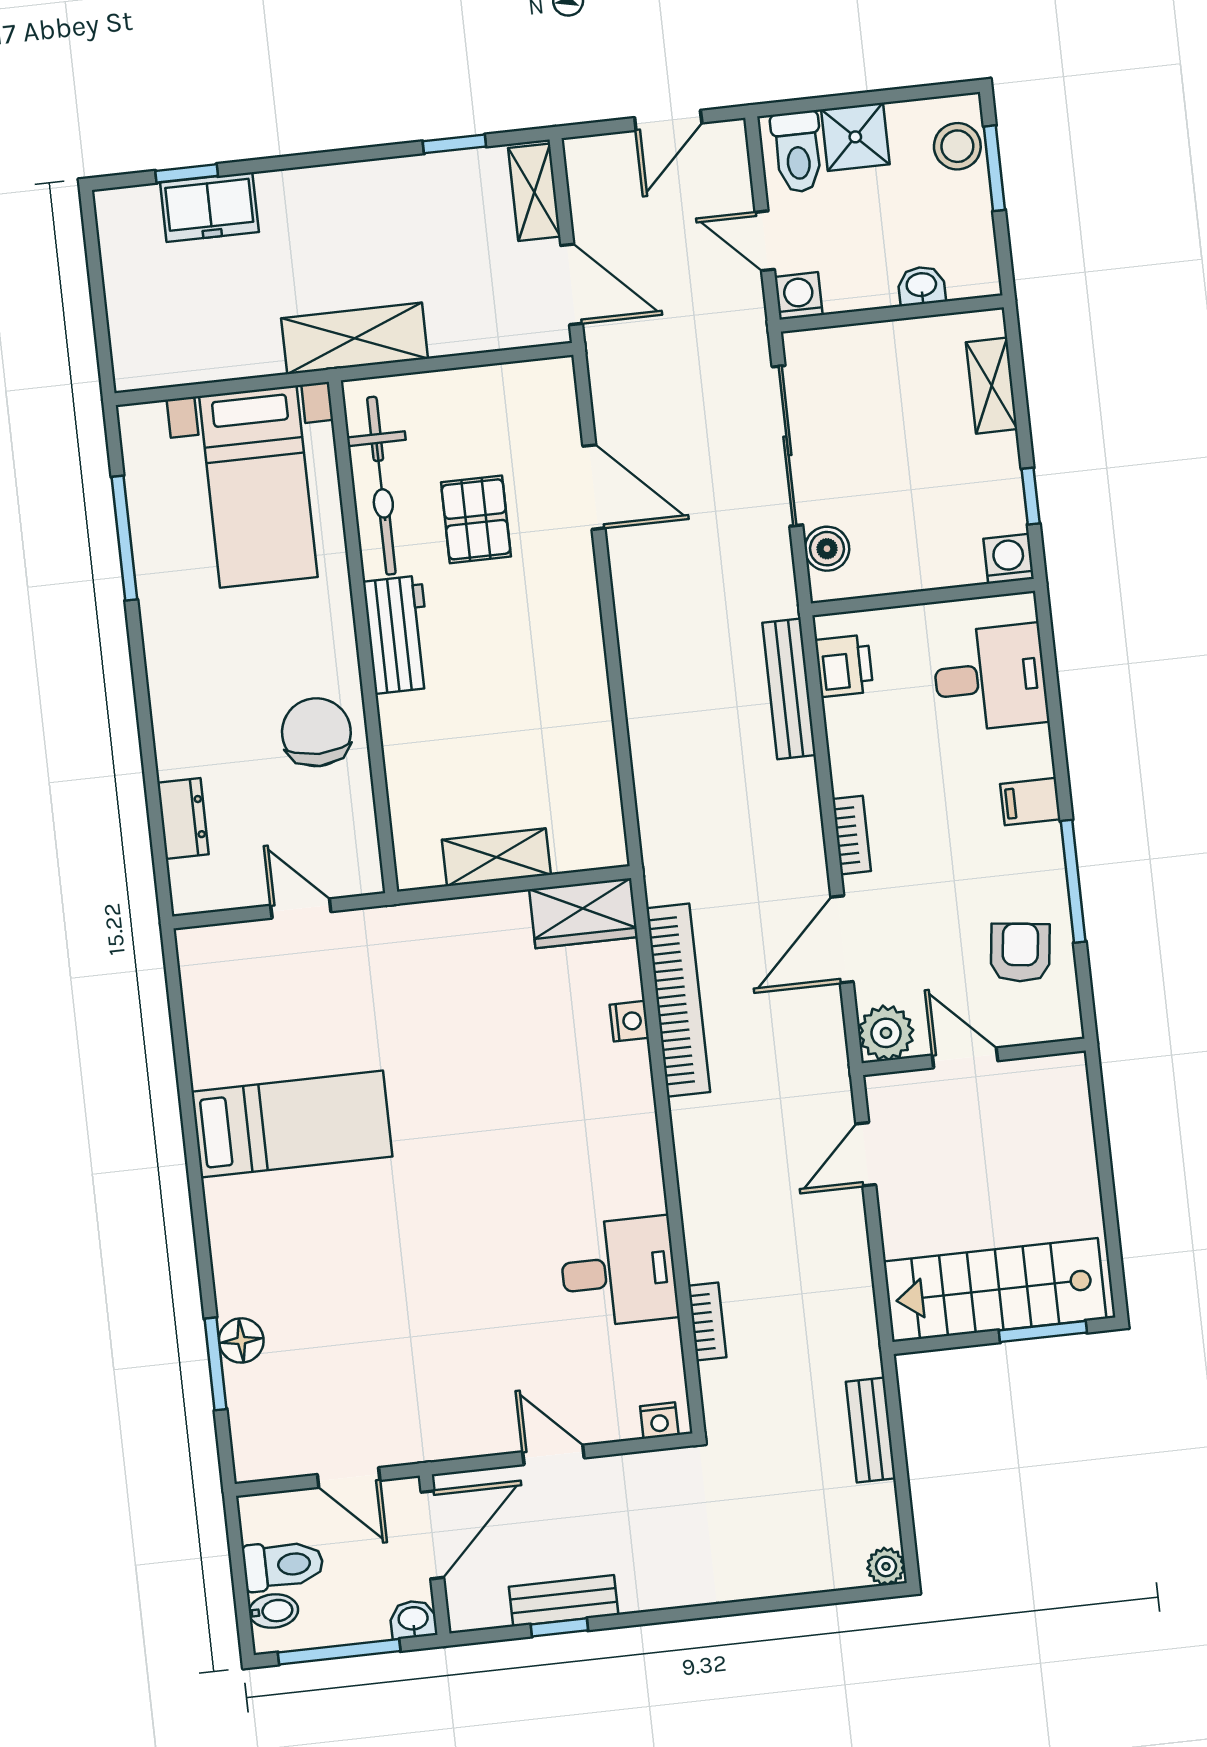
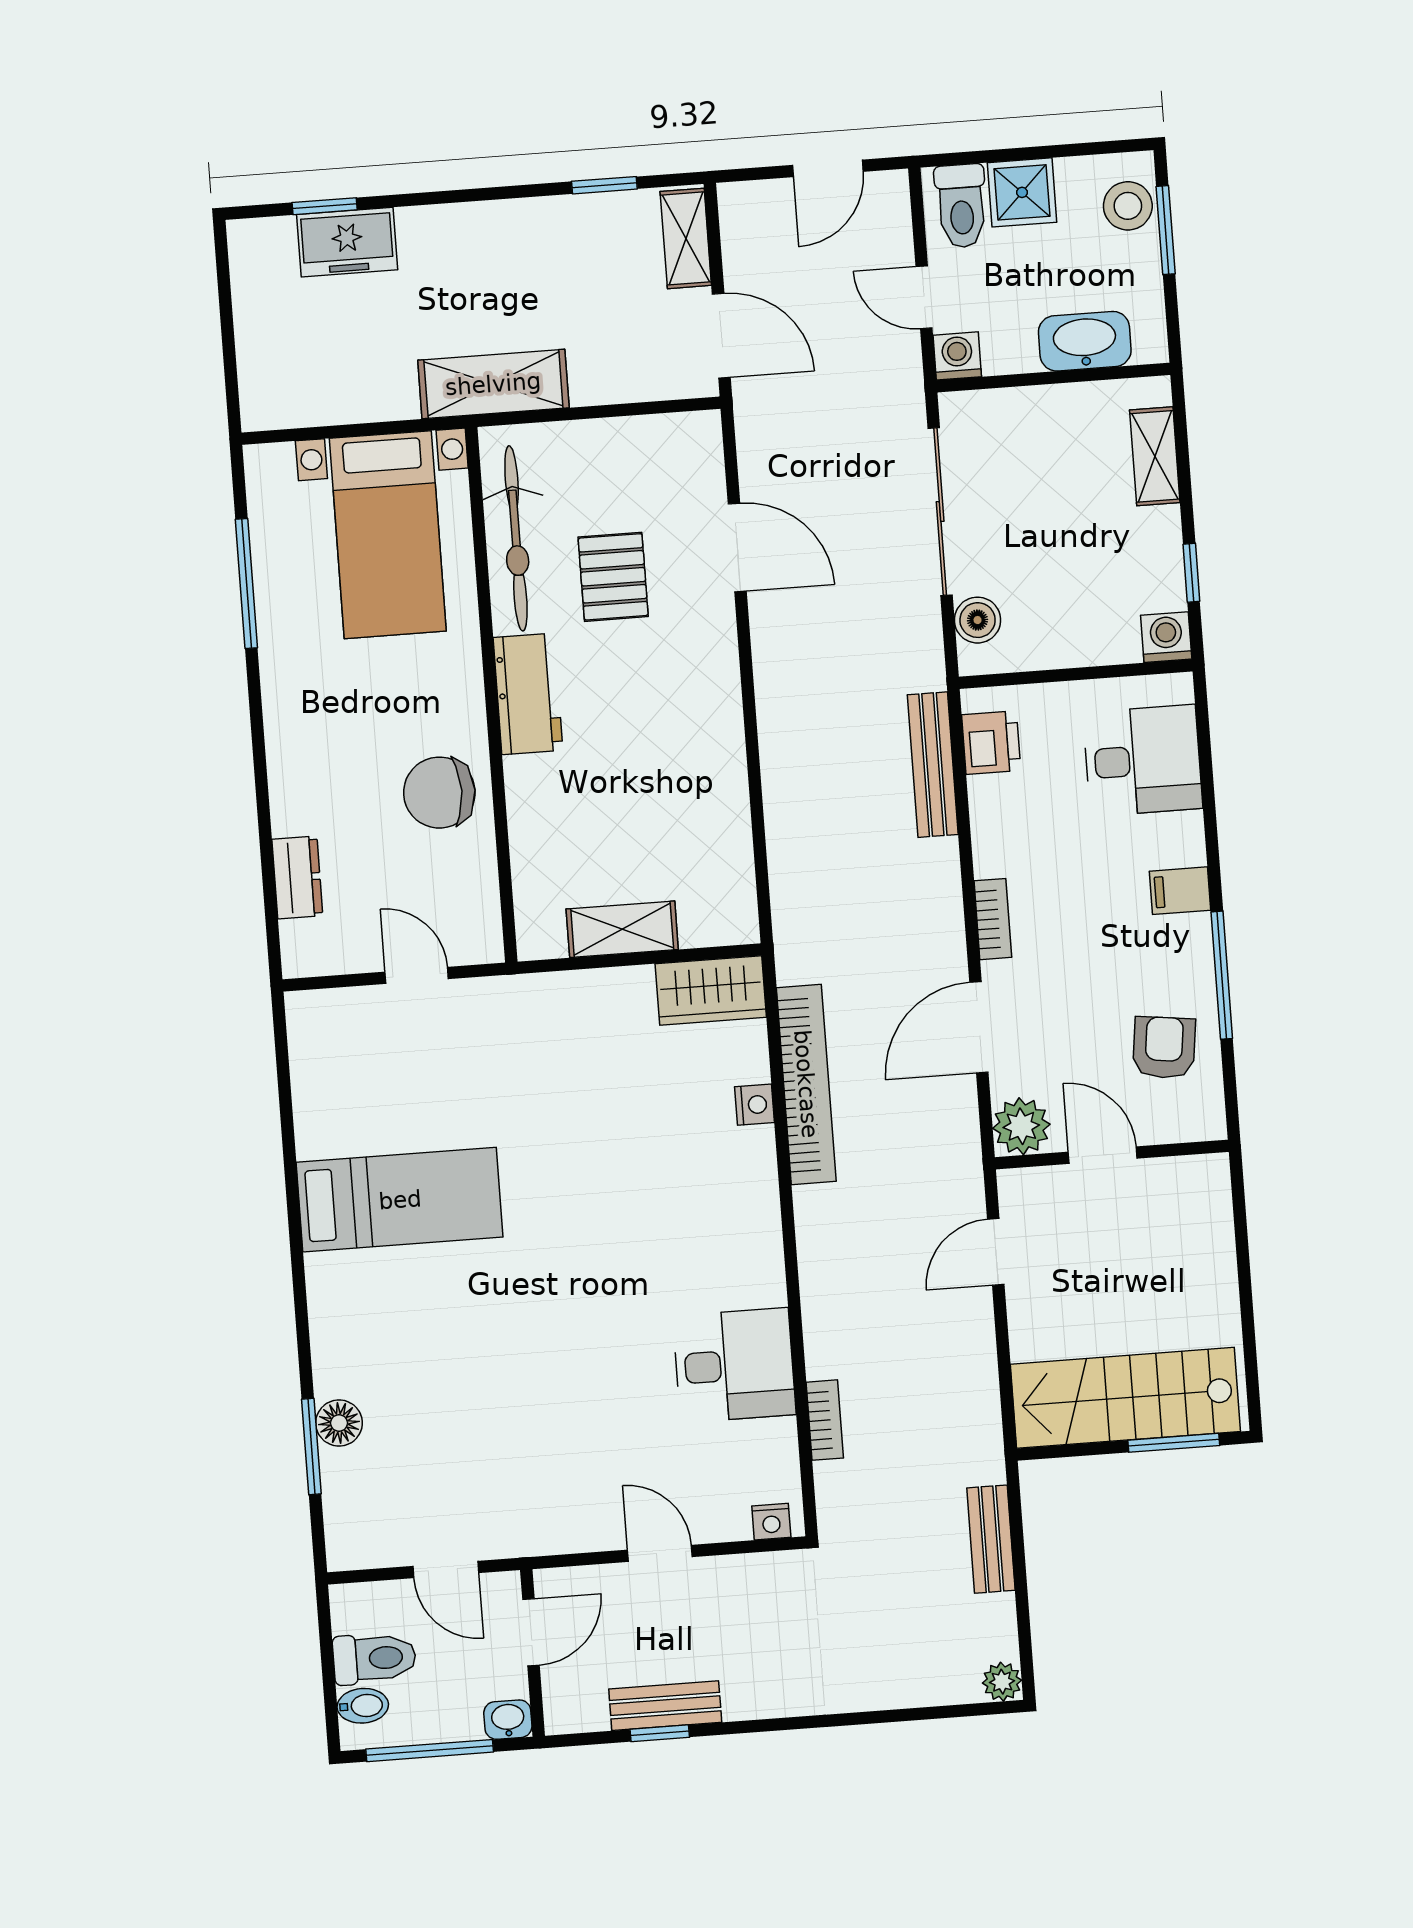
washbasin: (921, 286) -> (1085, 341), width x1.91, depth x1.45
chair: (316, 732) -> (439, 793), turned -90
door: (432, 1535) -> (531, 1632), width x0.73

